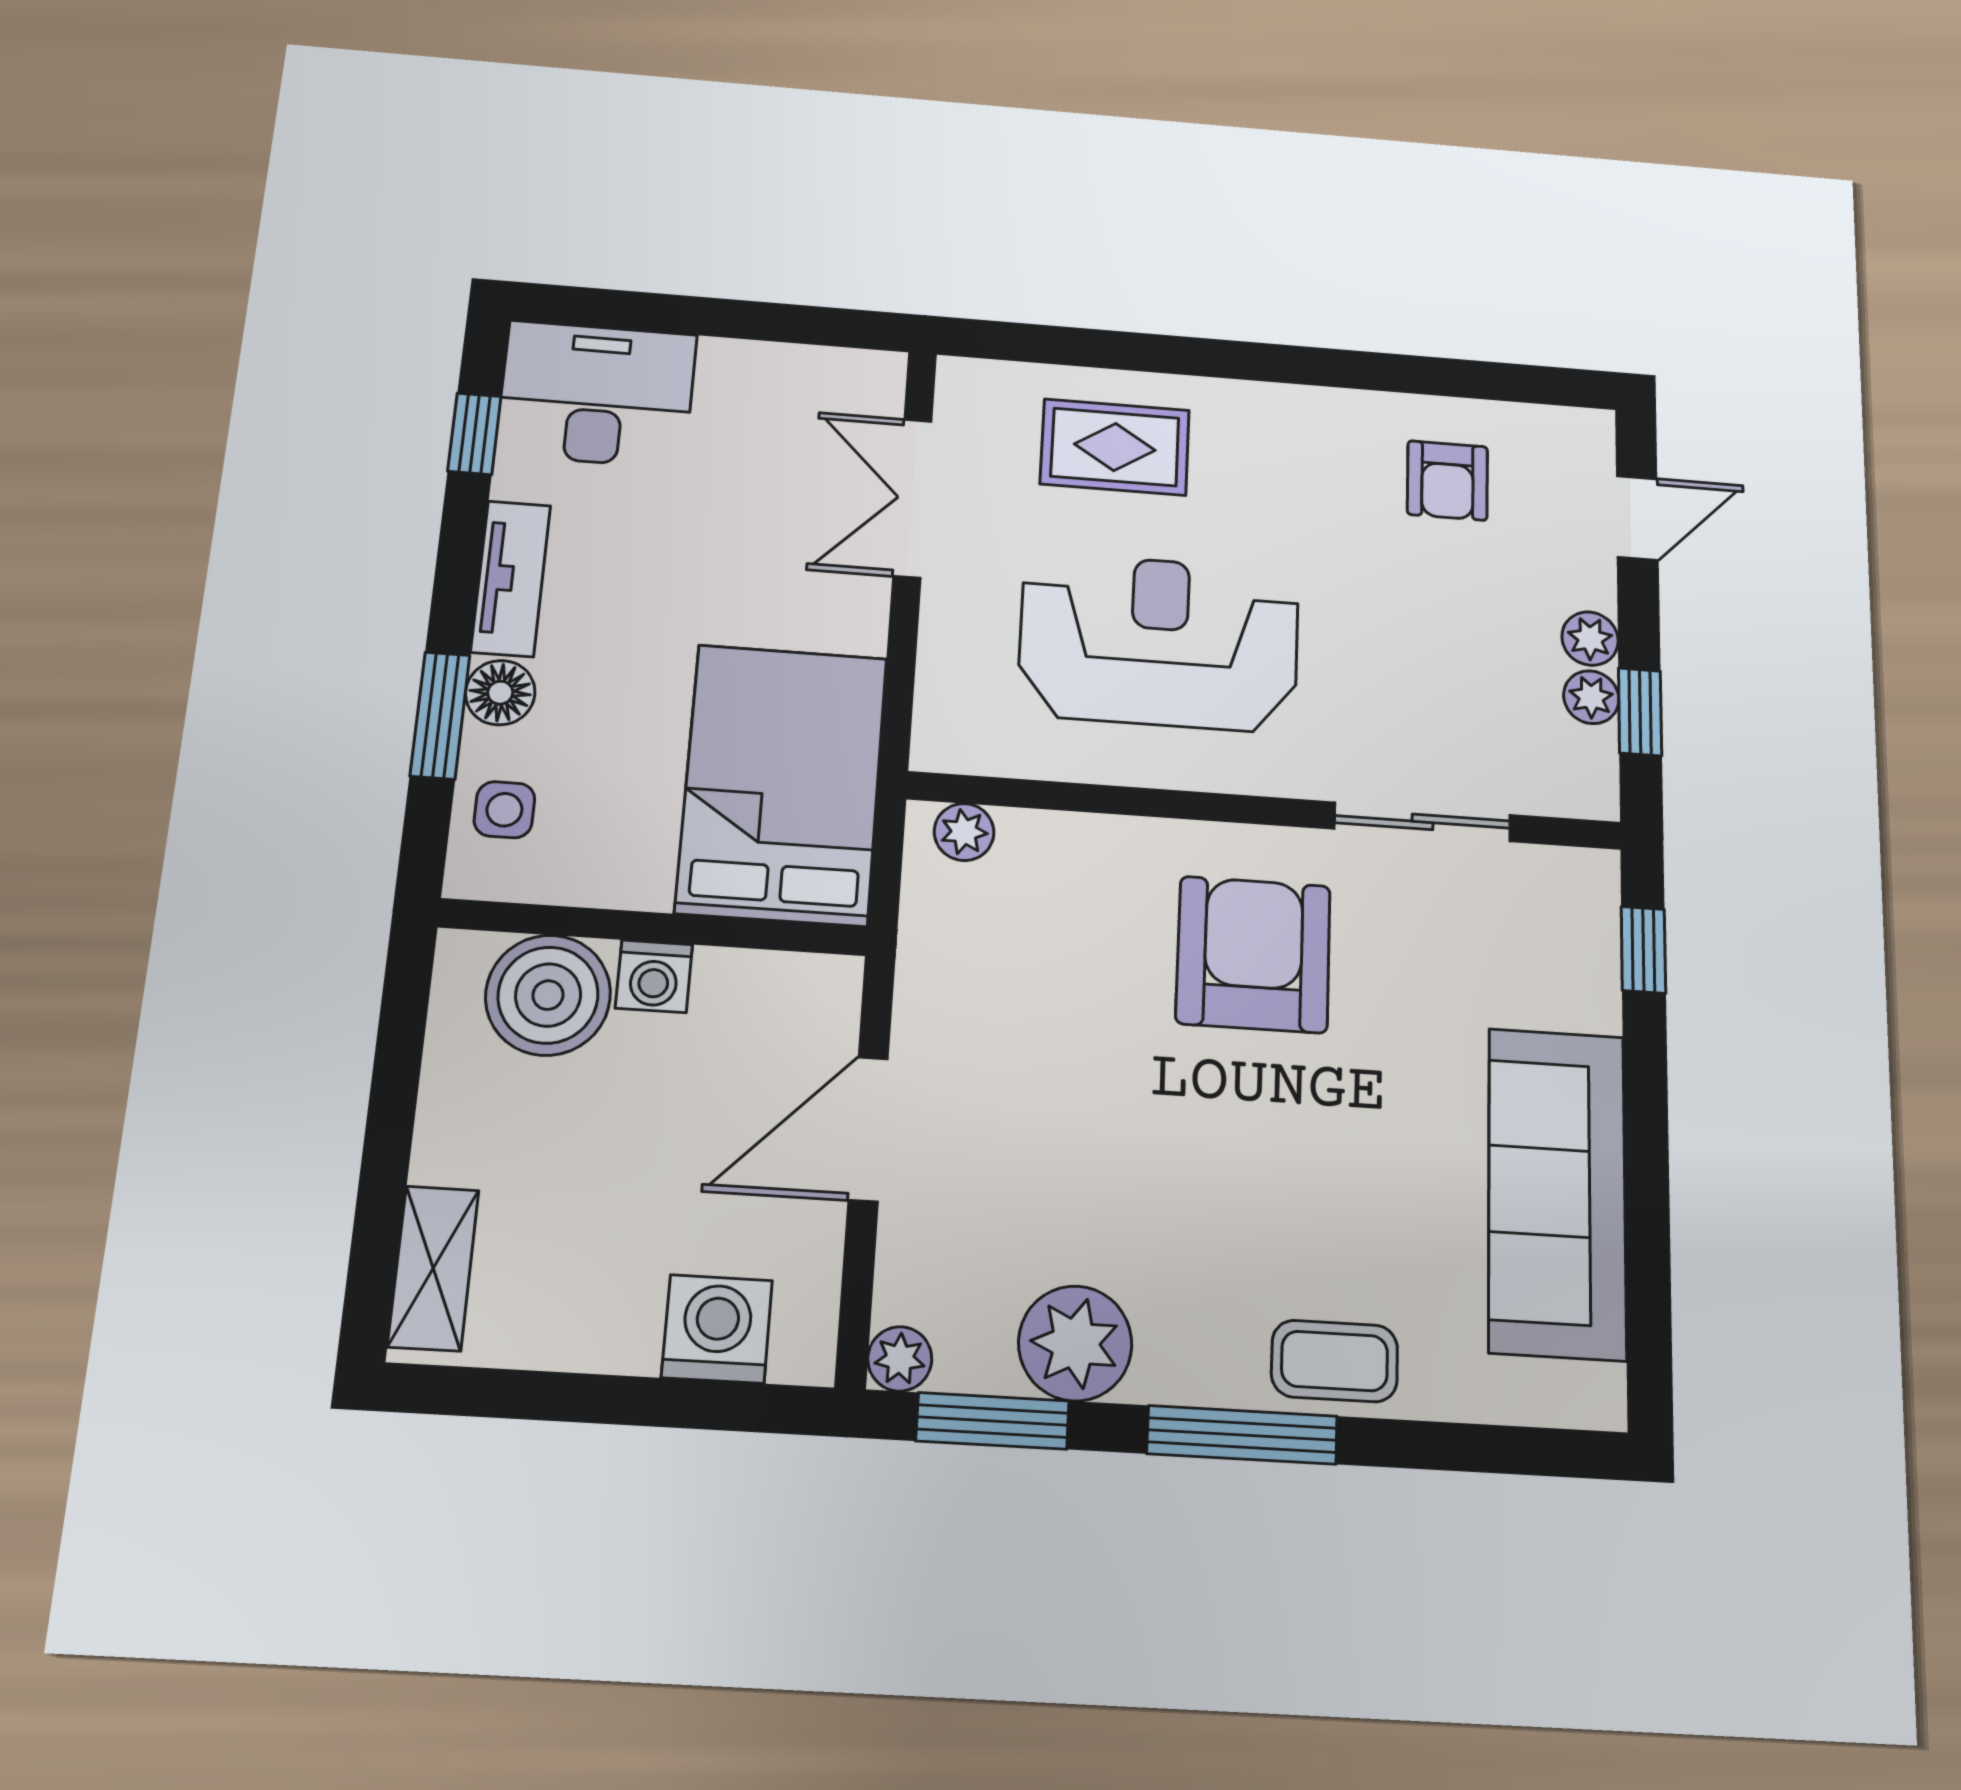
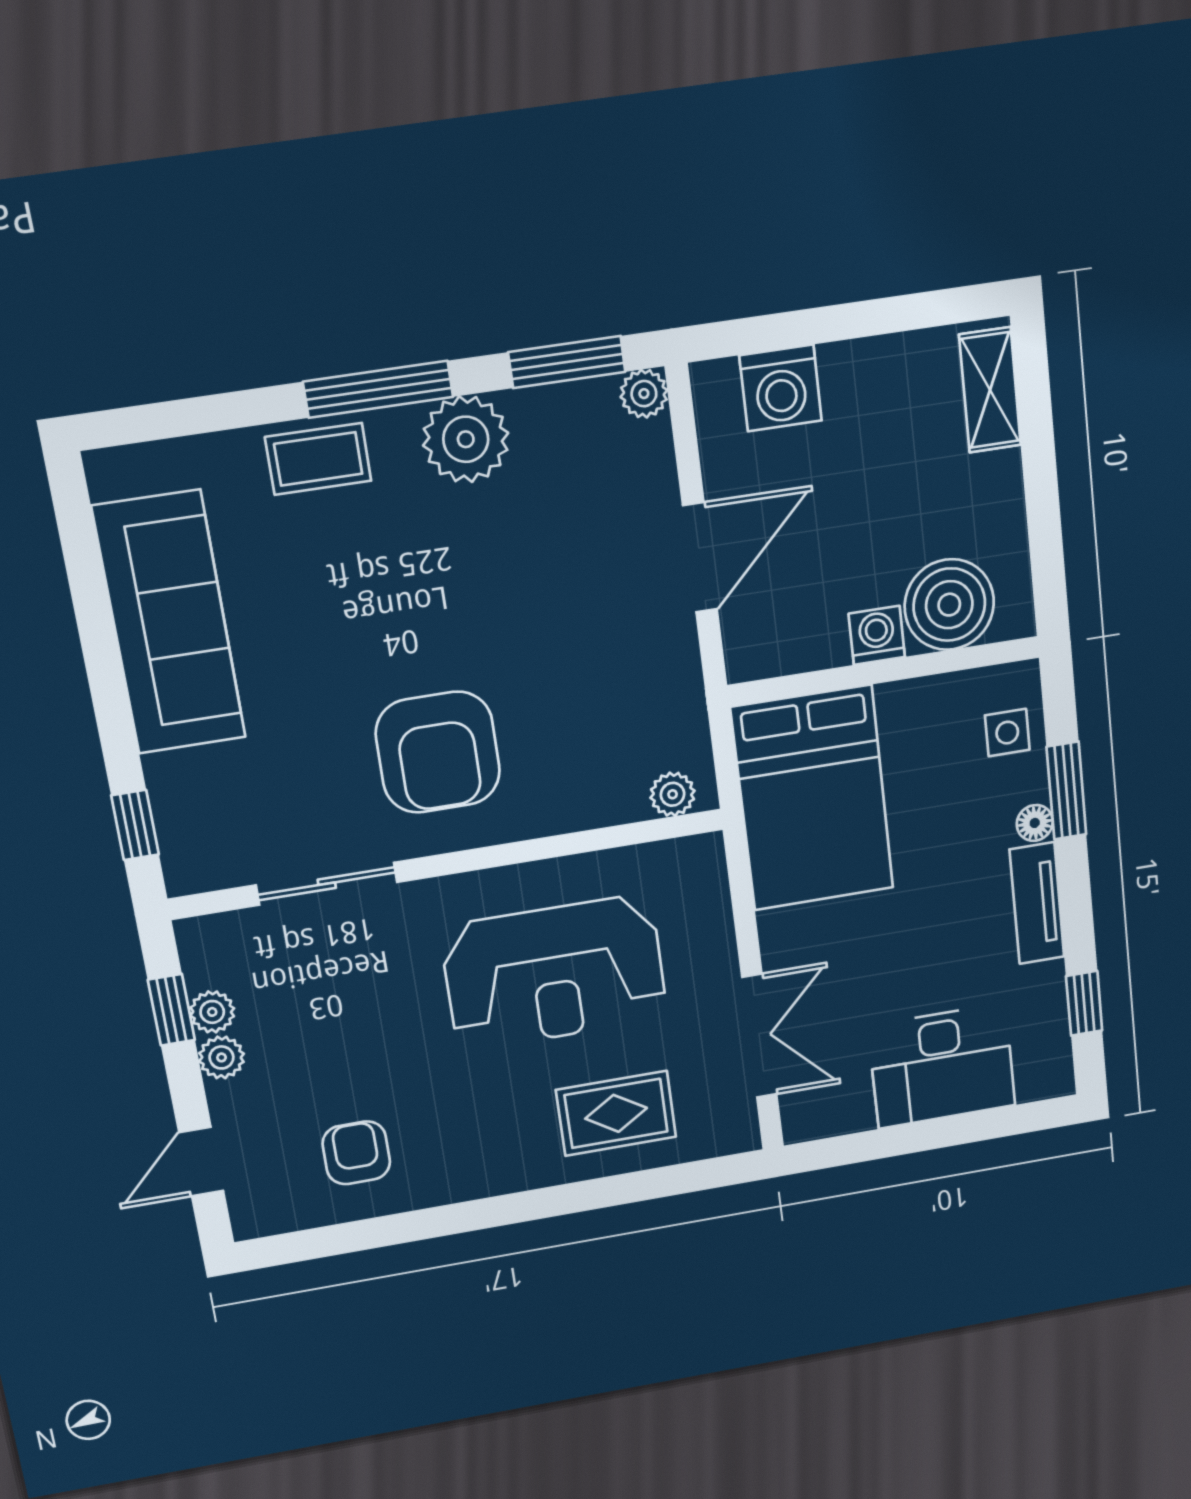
desk: (597, 394) -> (942, 1066), moved
floor lamp: (500, 693) -> (1035, 823), width x0.73, depth x0.73
plant: (1075, 1343) -> (466, 439), moved

